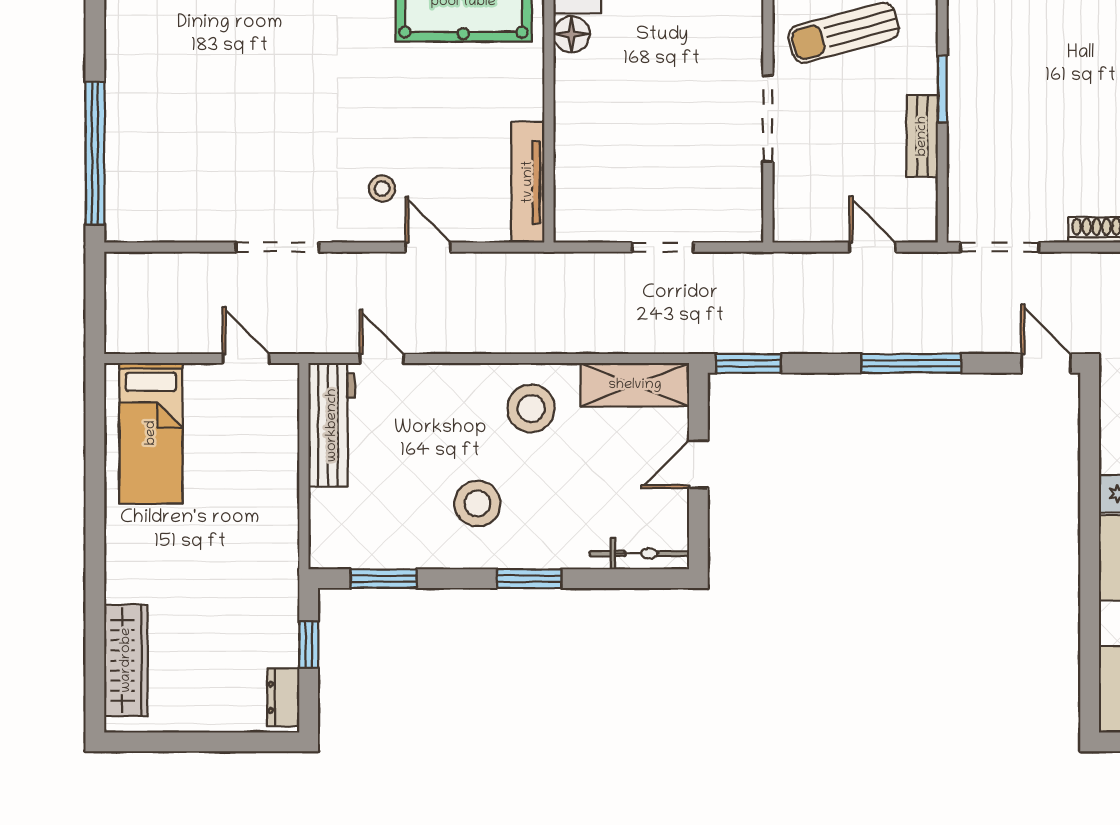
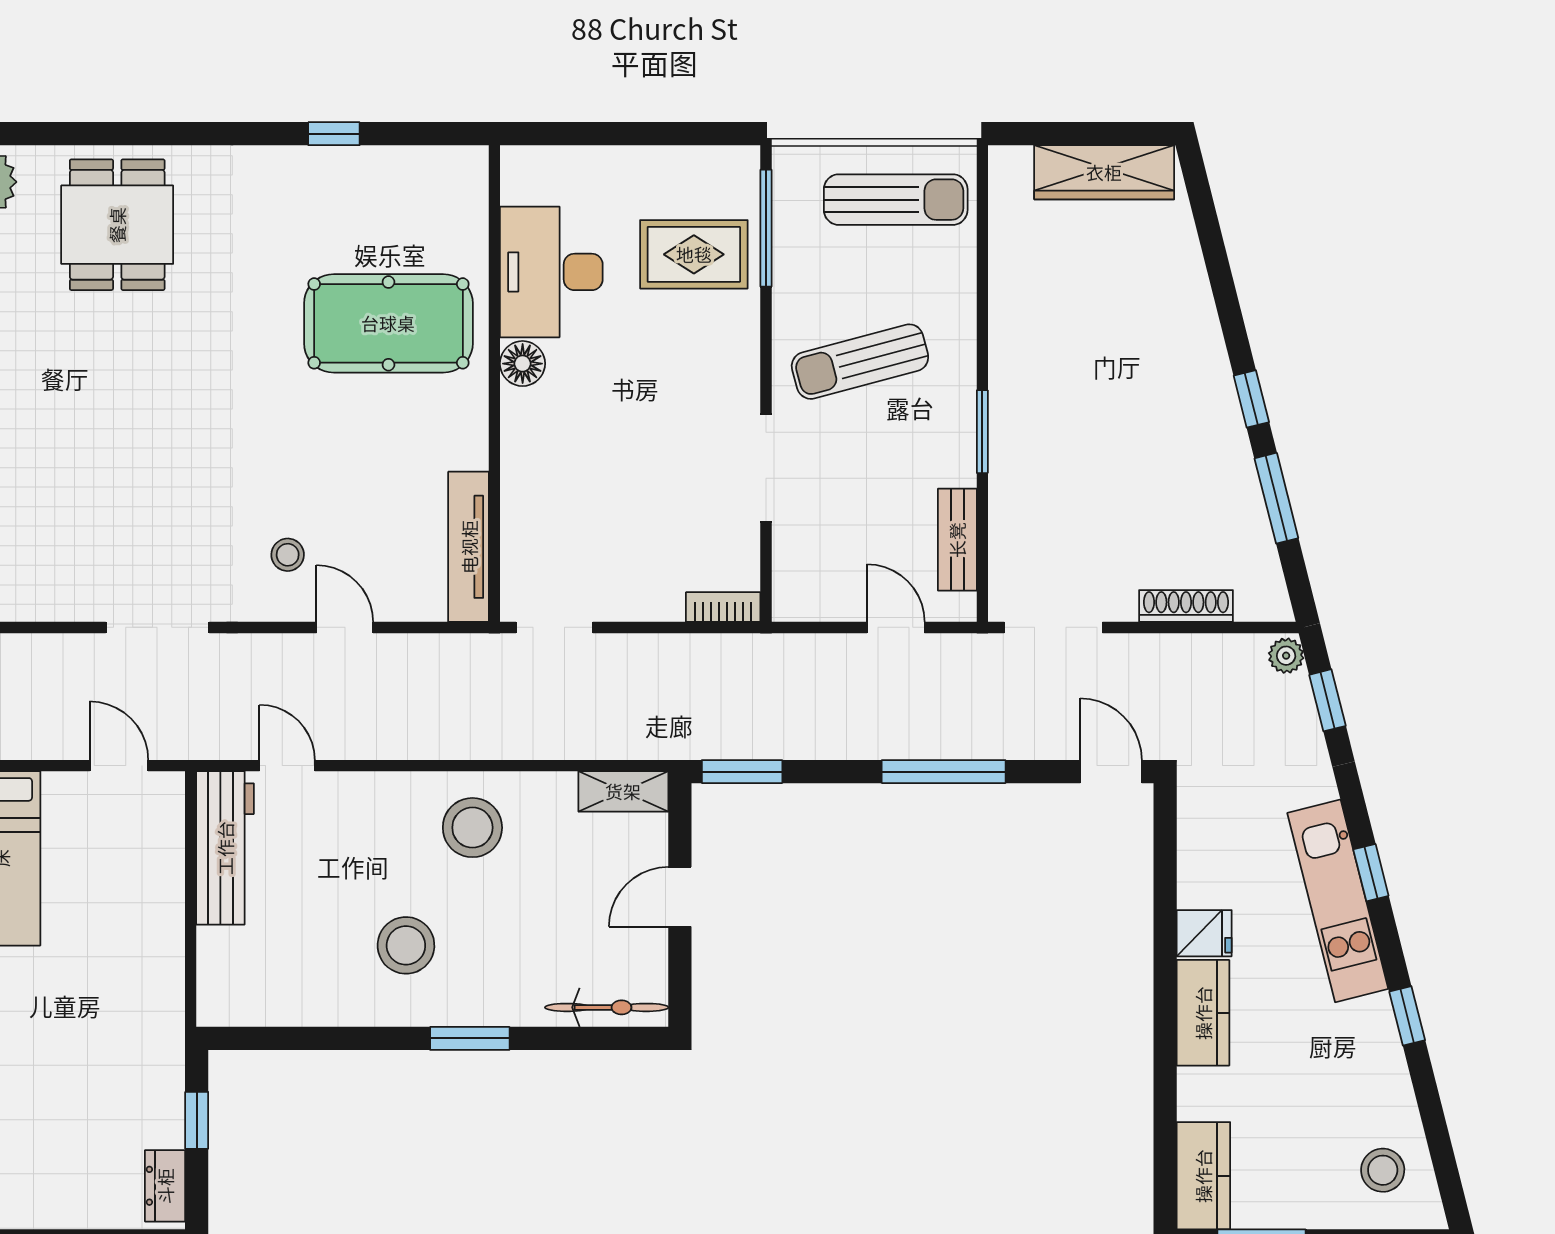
bench: (922, 136) -> (957, 540), moved
bookcase: (733, 231) -> (723, 607), added
doorway: (663, 247) -> (554, 627), moved
shelving: (635, 385) -> (623, 791), width x0.67, depth x0.75
window: (383, 579) -> (289, 1038), removed

